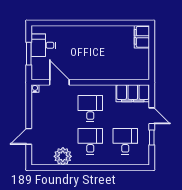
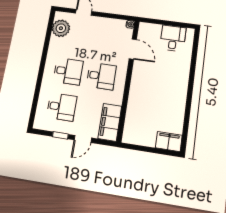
window: (29, 54) -> (166, 23), removed
door: (59, 82) -> (133, 49), hinge flipped
plant: (63, 156) -> (61, 28), moved

